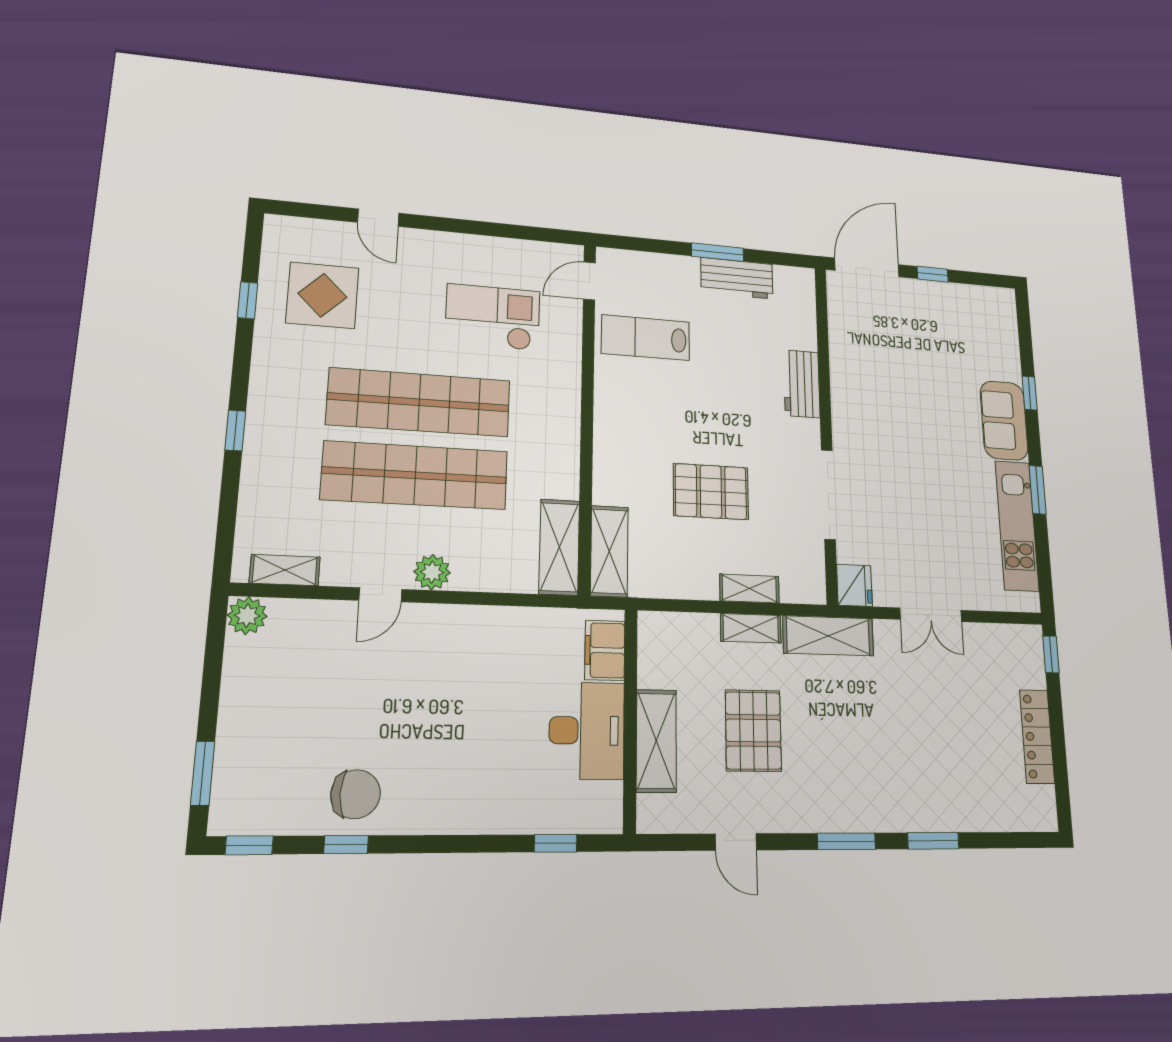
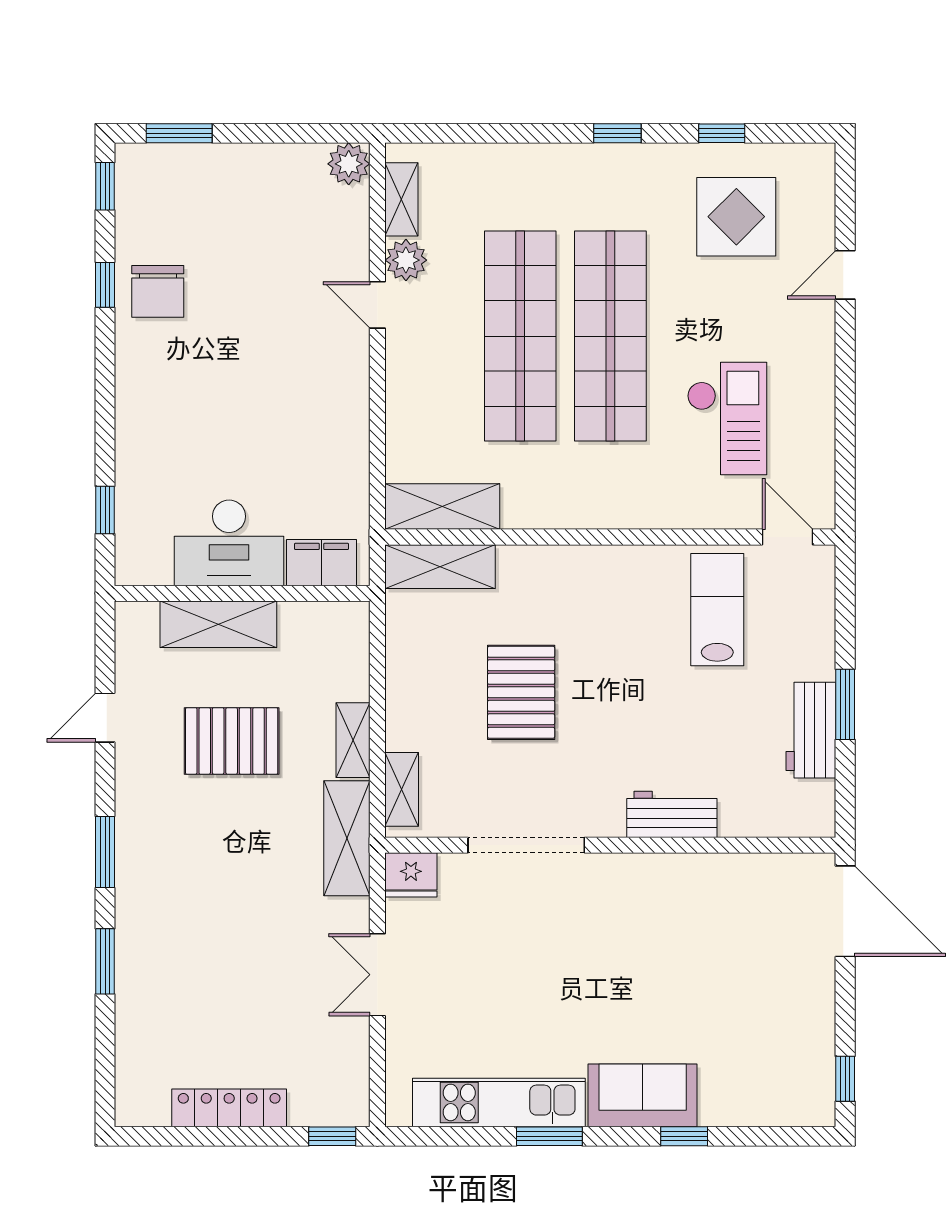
window: (933, 274) -> (845, 1079), moved
window: (235, 430) -> (617, 133), moved
plant: (432, 572) -> (406, 260), moved
shelving: (749, 589) -> (402, 789), moved

